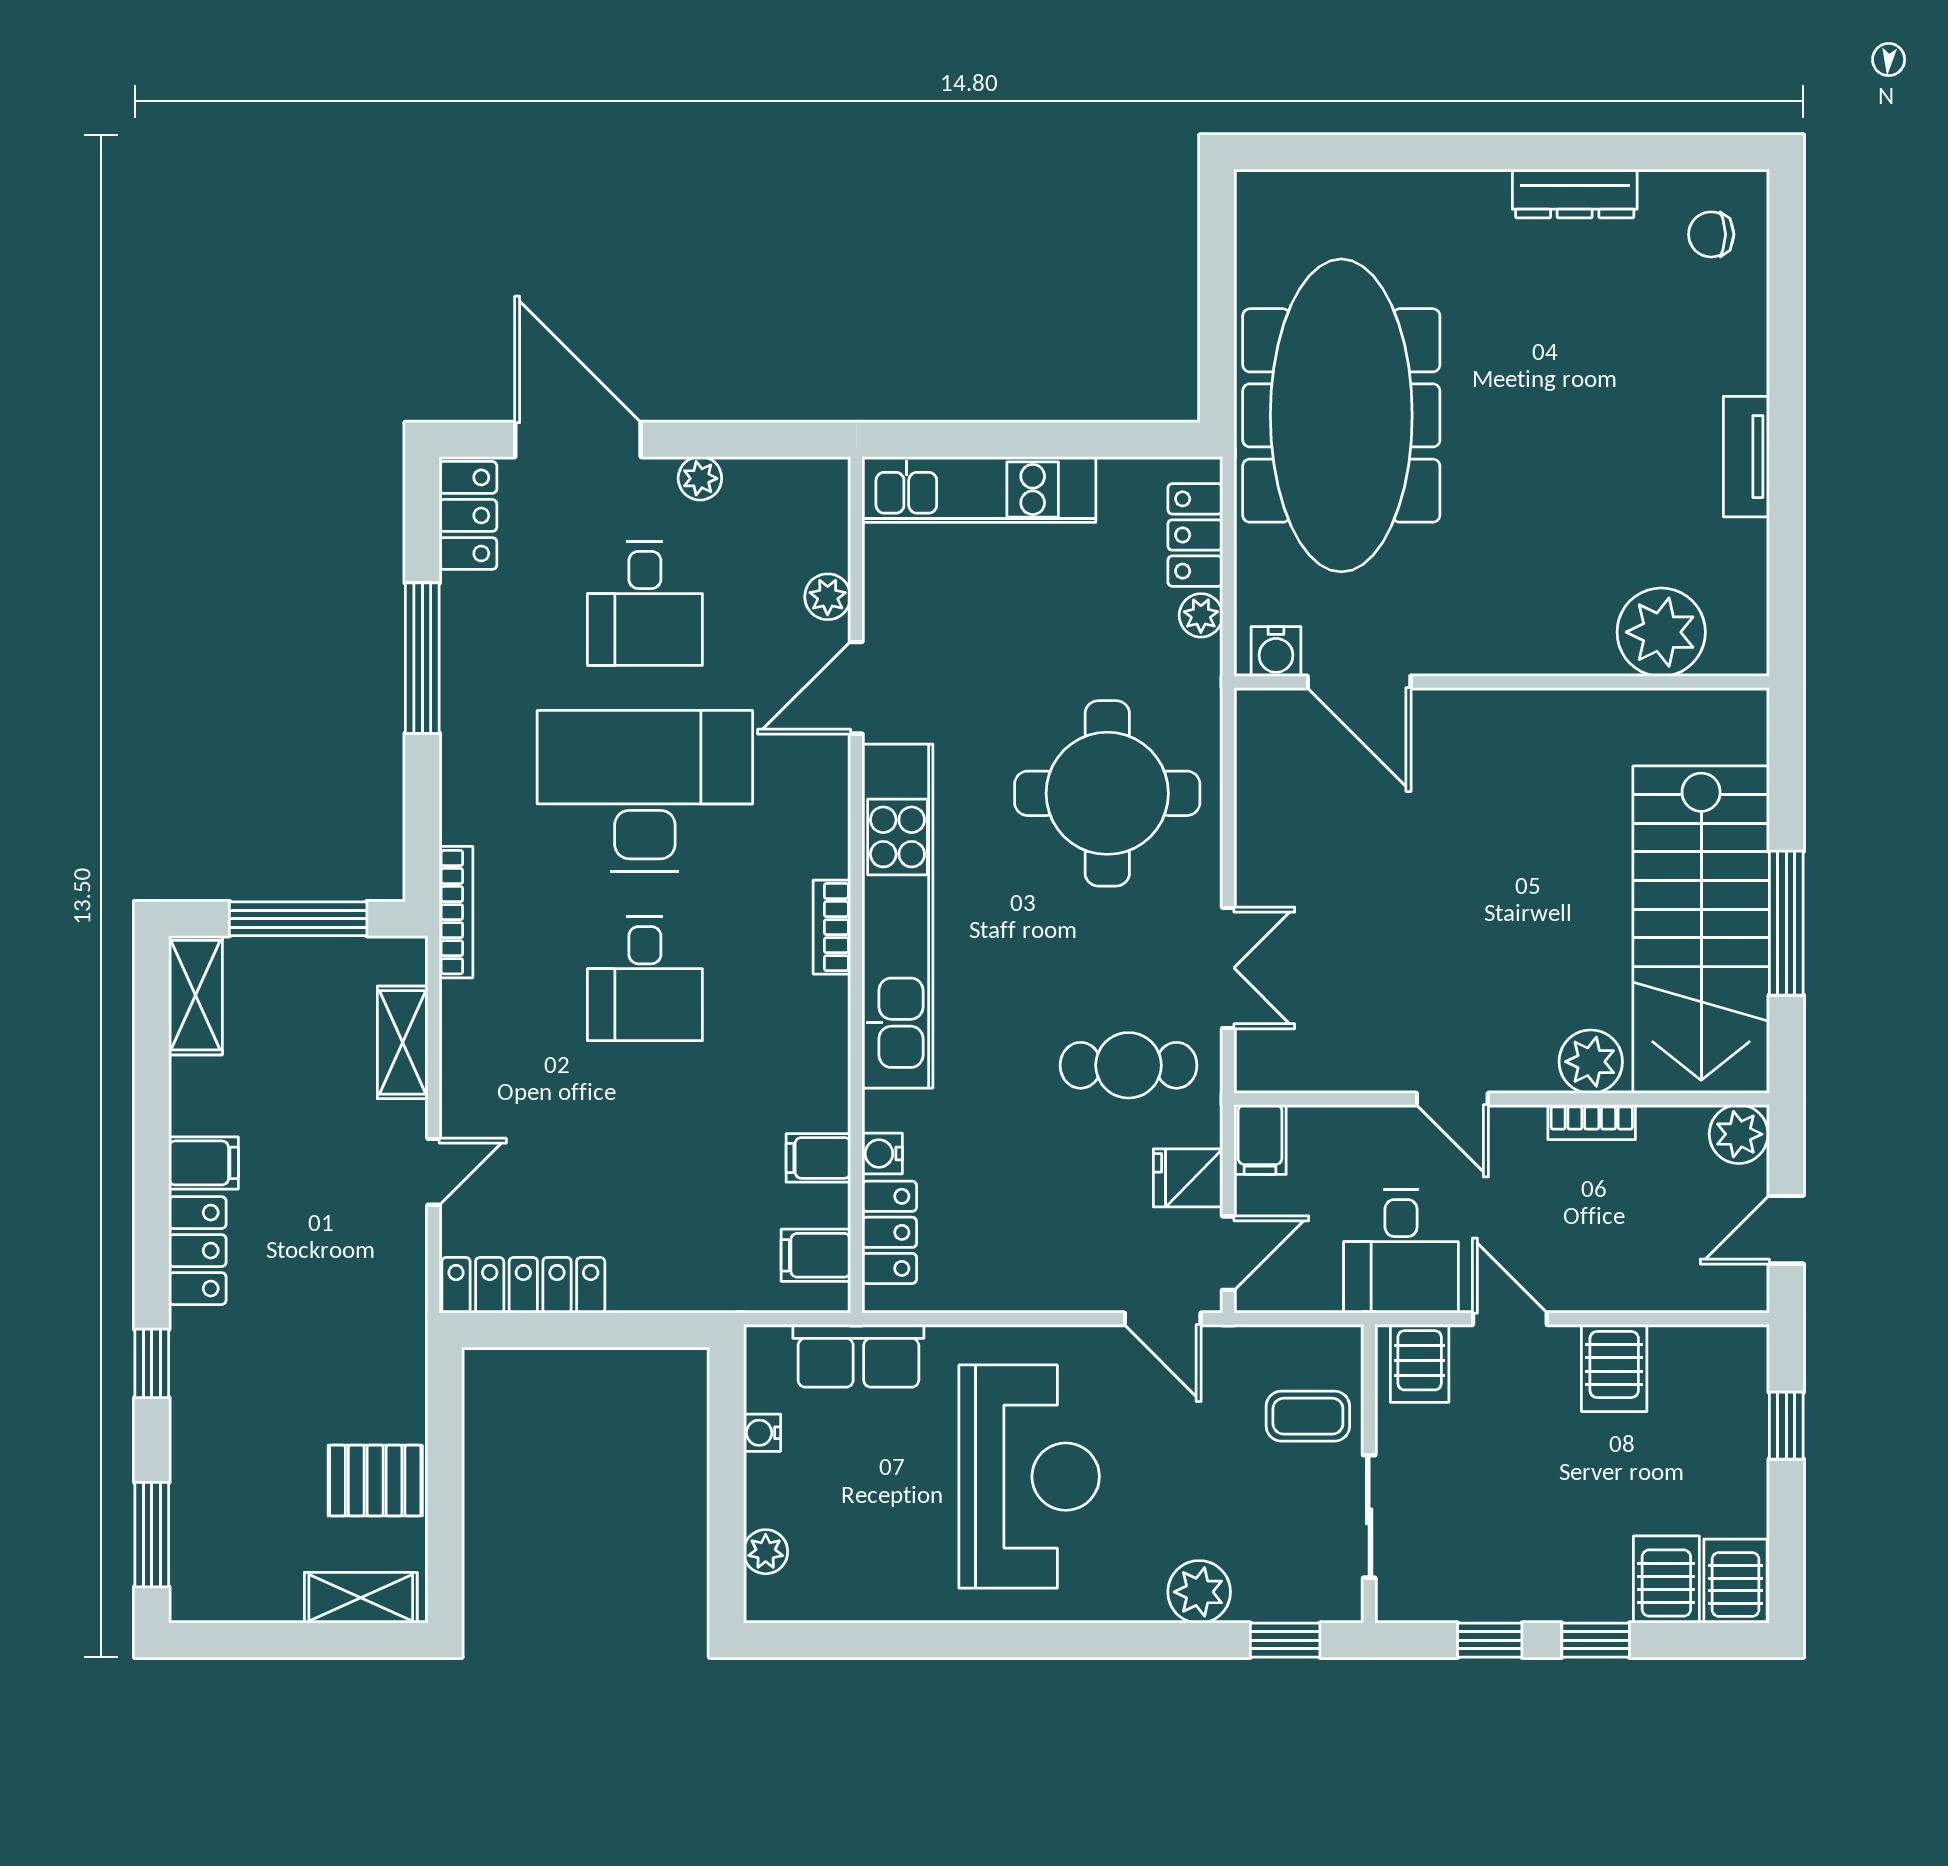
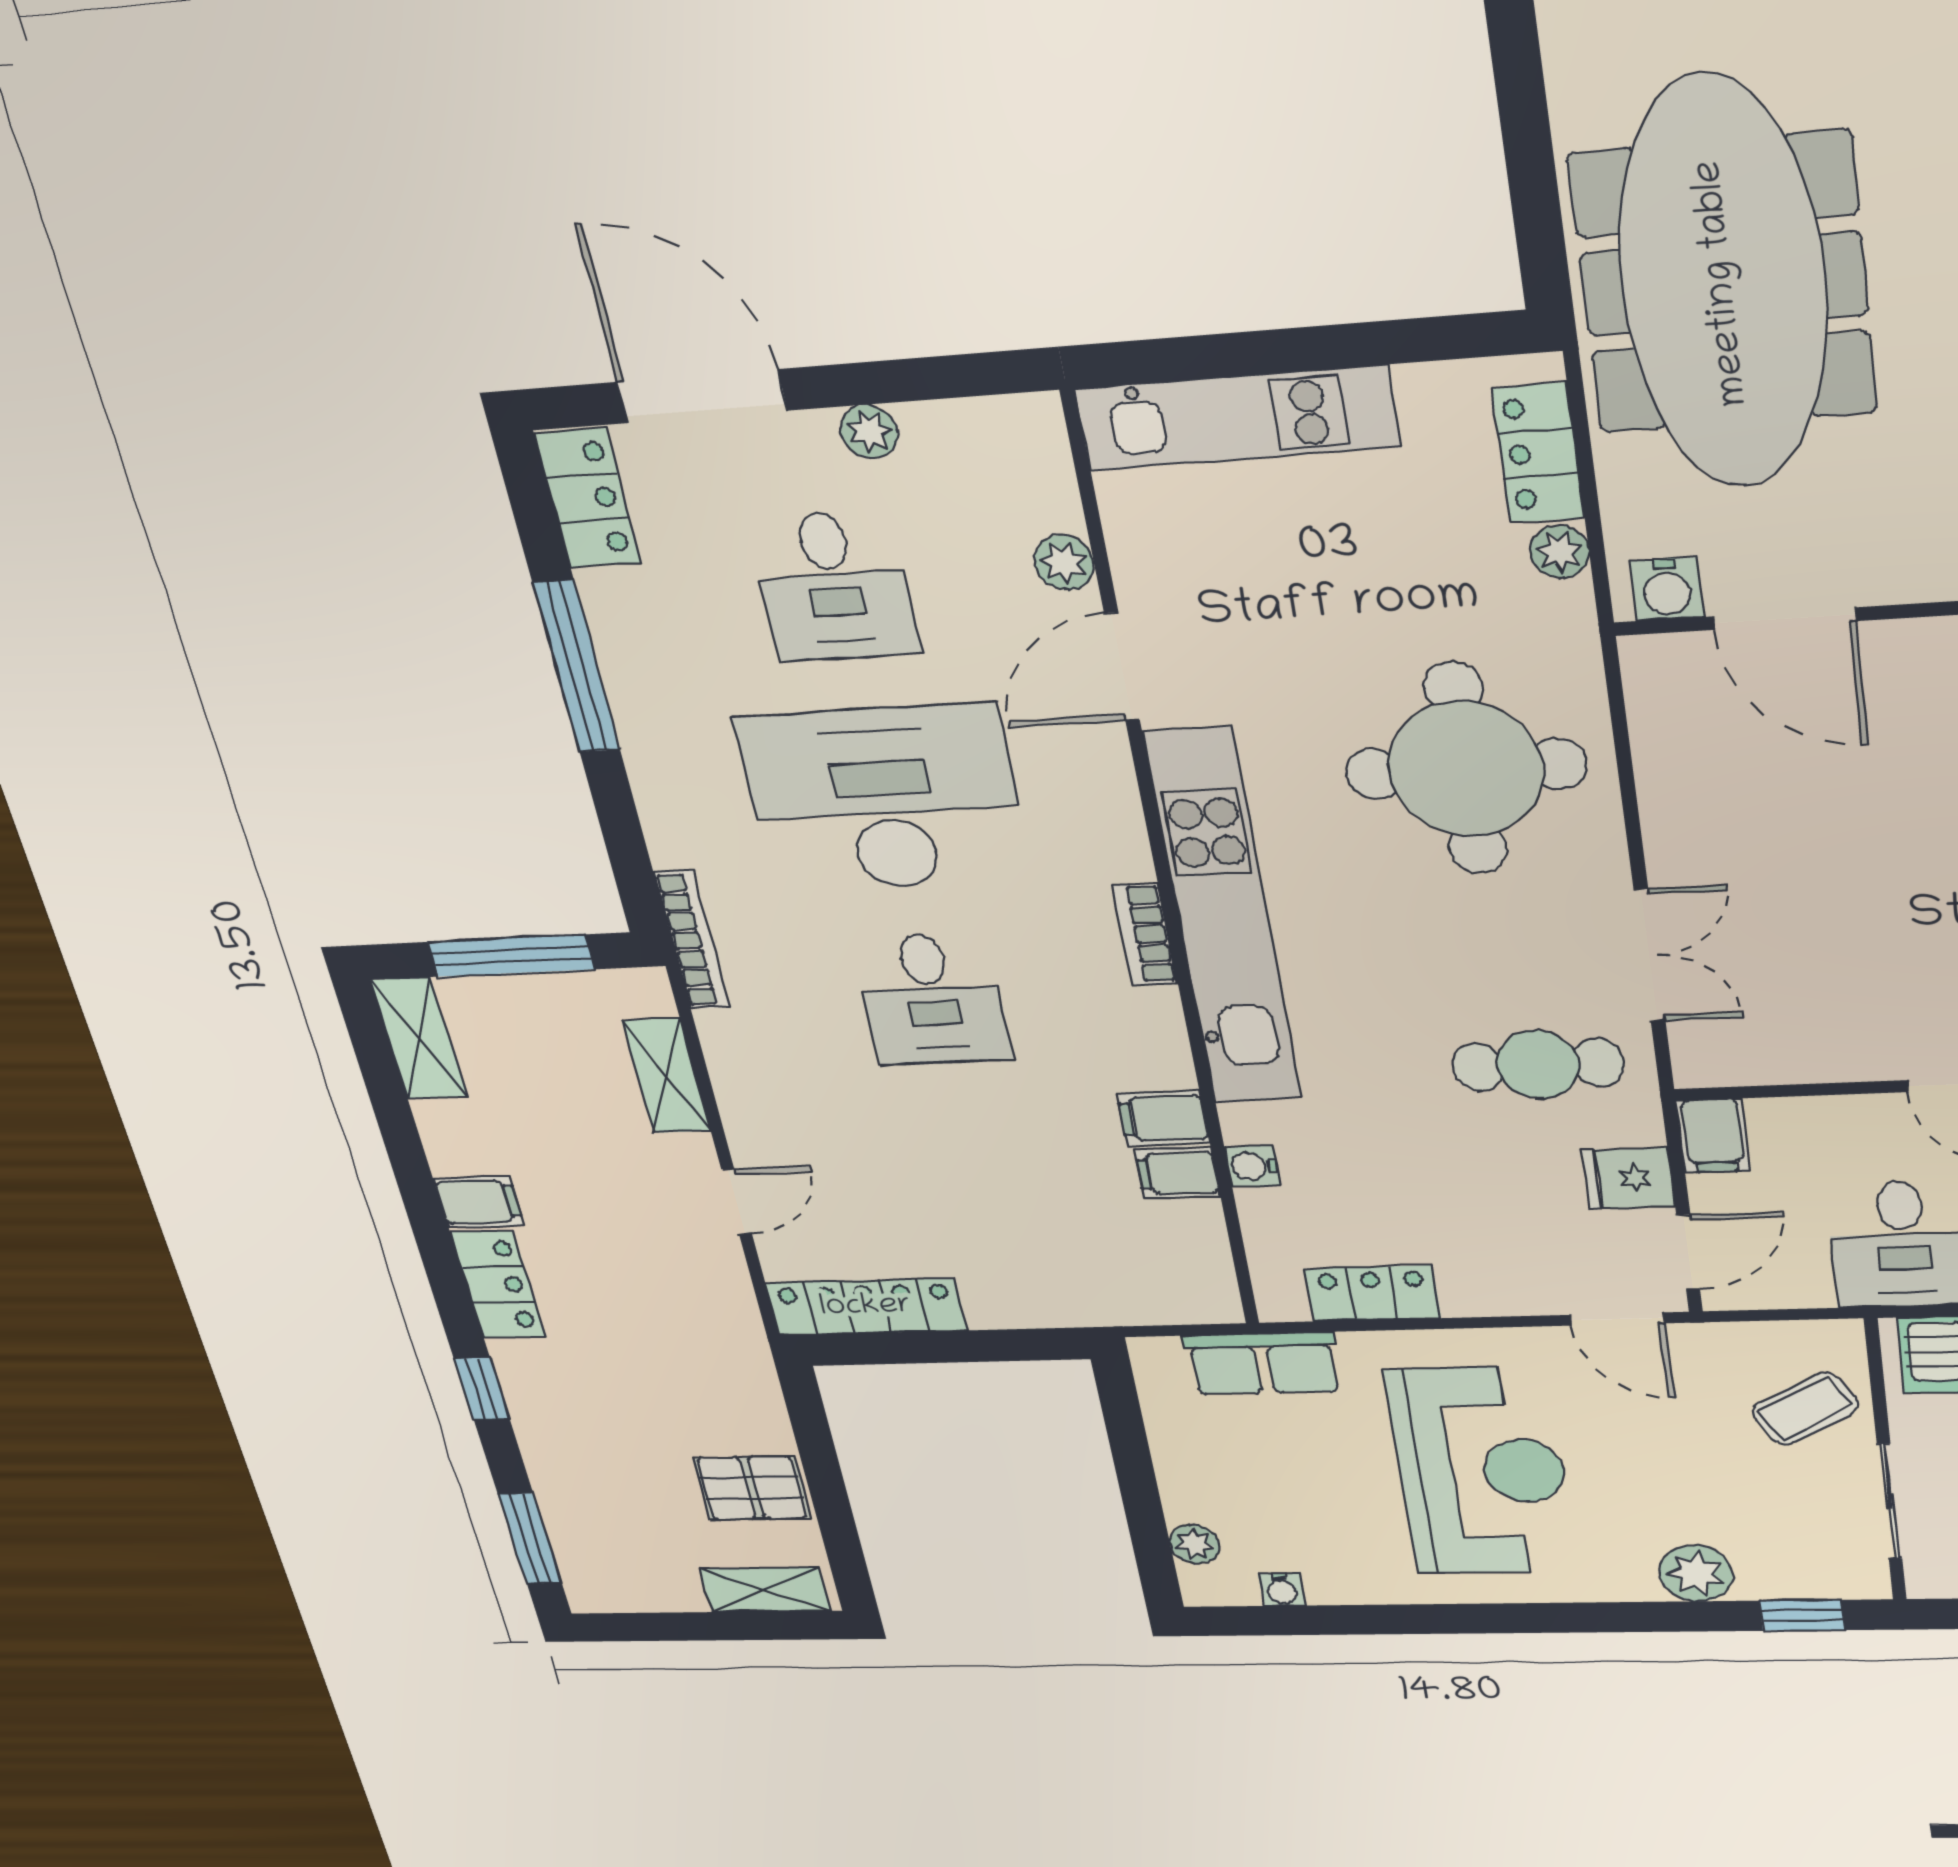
locker: (889, 1232) -> (1372, 1293), moved, turned -90
filing cabinet: (816, 1255) -> (1163, 1118), moved
coffee table: (1308, 1416) -> (1805, 1409), turned -30
water cooler: (762, 1433) -> (1282, 1590), moved, turned -90

